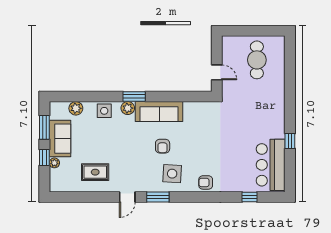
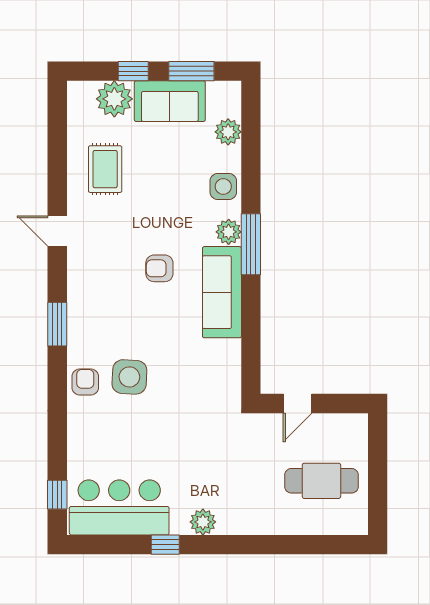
window: (134, 97) -> (251, 244), width x1.44
plant: (278, 121) -> (203, 522), added
armchair: (163, 146) -> (159, 268), moved
plant: (54, 163) -> (114, 99), width x1.87, depth x1.87
side table: (172, 174) -> (129, 377), moved
window: (158, 197) -> (57, 324), moved
window: (250, 197) -> (57, 495), moved

